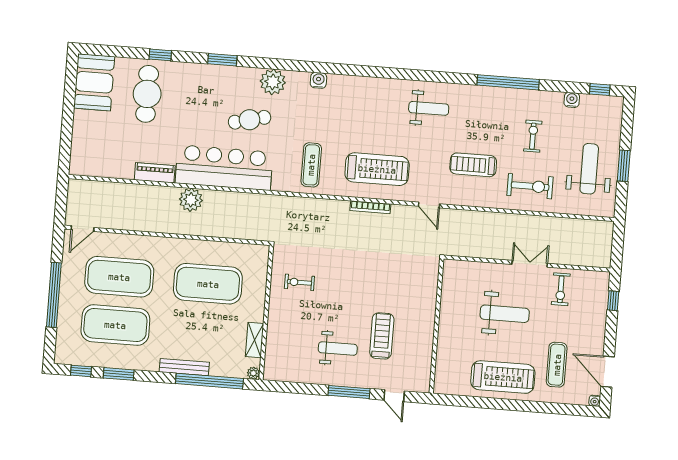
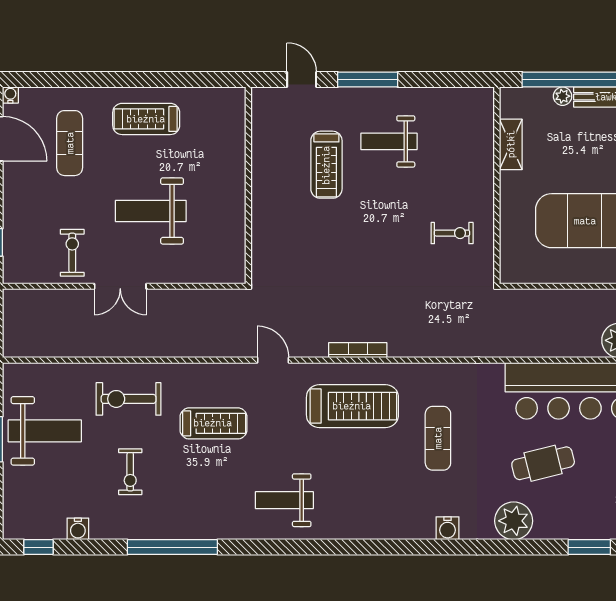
exercise mat: (311, 165) -> (438, 438), moved
treadmill: (377, 169) -> (352, 406), turned 180
weight bench: (589, 169) -> (45, 431), turned -90
plant: (253, 373) -> (563, 96), moved
treadmill: (503, 377) -> (146, 119), width x0.73, depth x0.73

